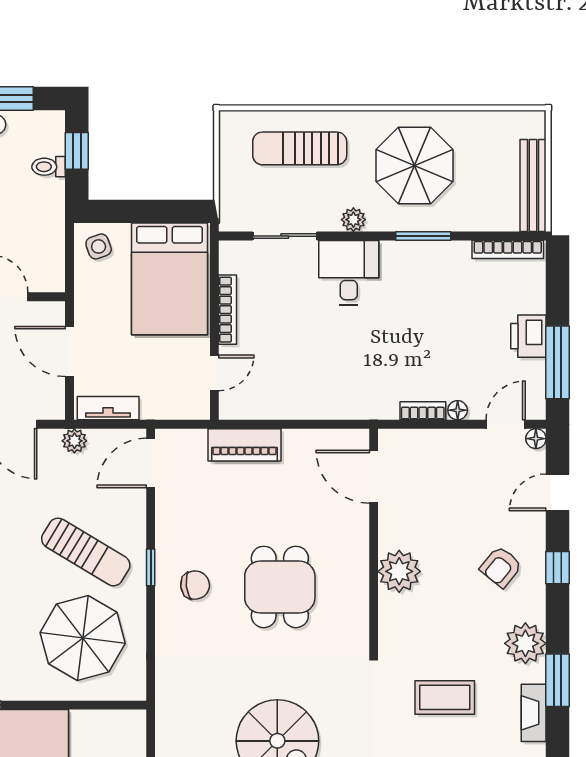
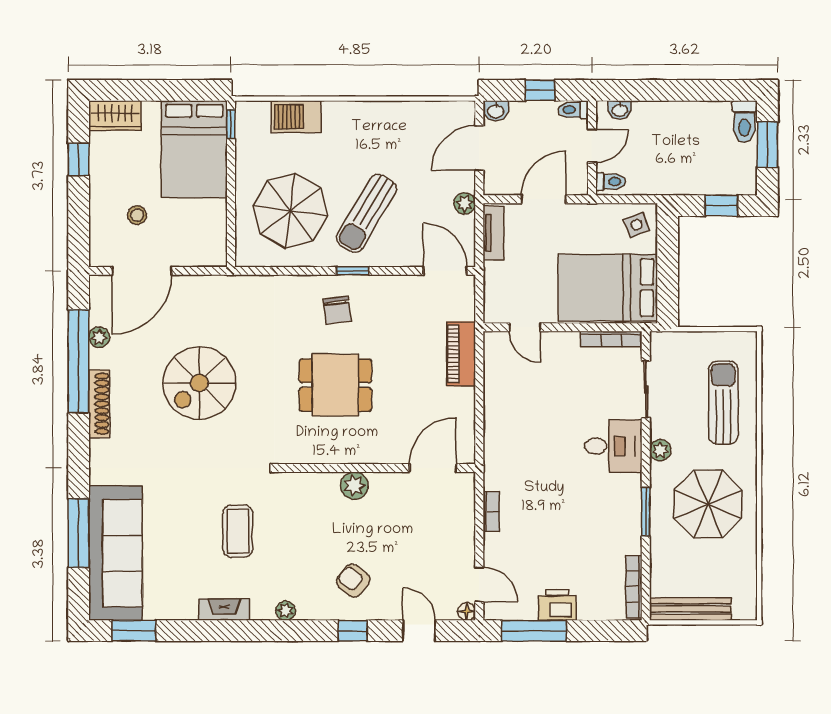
toilet: (49, 167) -> (611, 182), moved, turned 90
bookcase: (228, 310) -> (611, 339), moved
floor lamp: (458, 410) -> (492, 542), removed
plant: (399, 571) -> (354, 486), width x0.73, depth x0.73
plant: (525, 643) -> (286, 611), width x0.53, depth x0.53
window: (558, 680) -> (253, 631), removed

